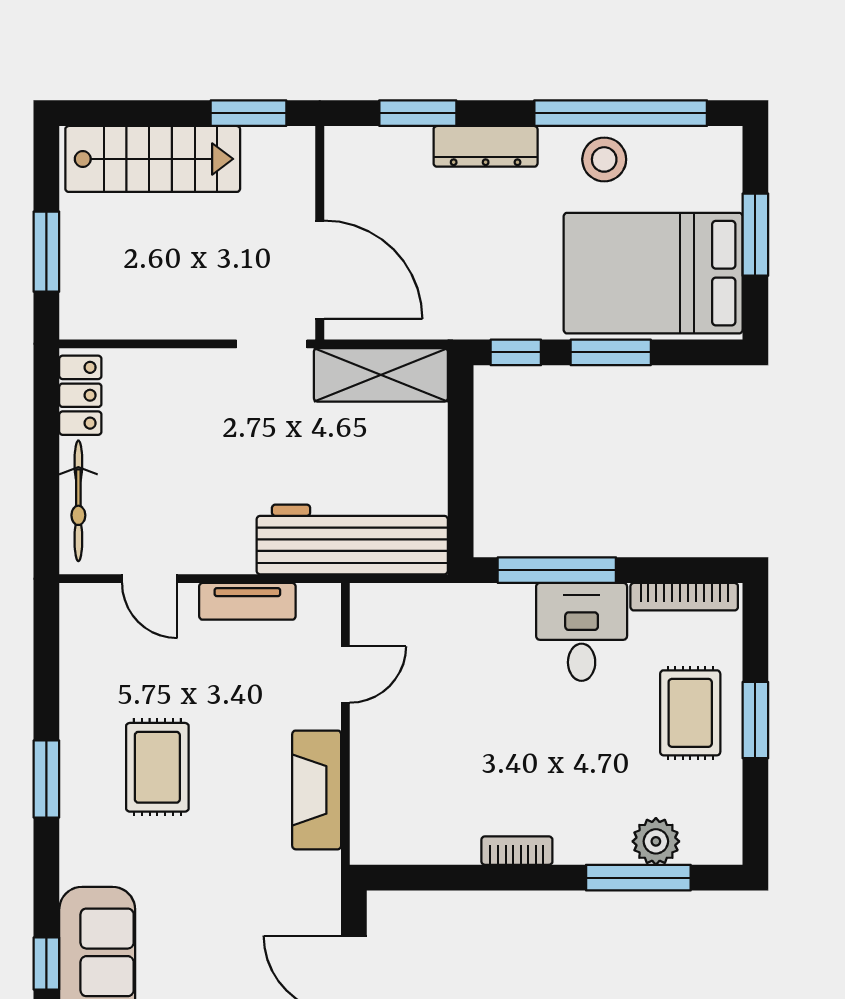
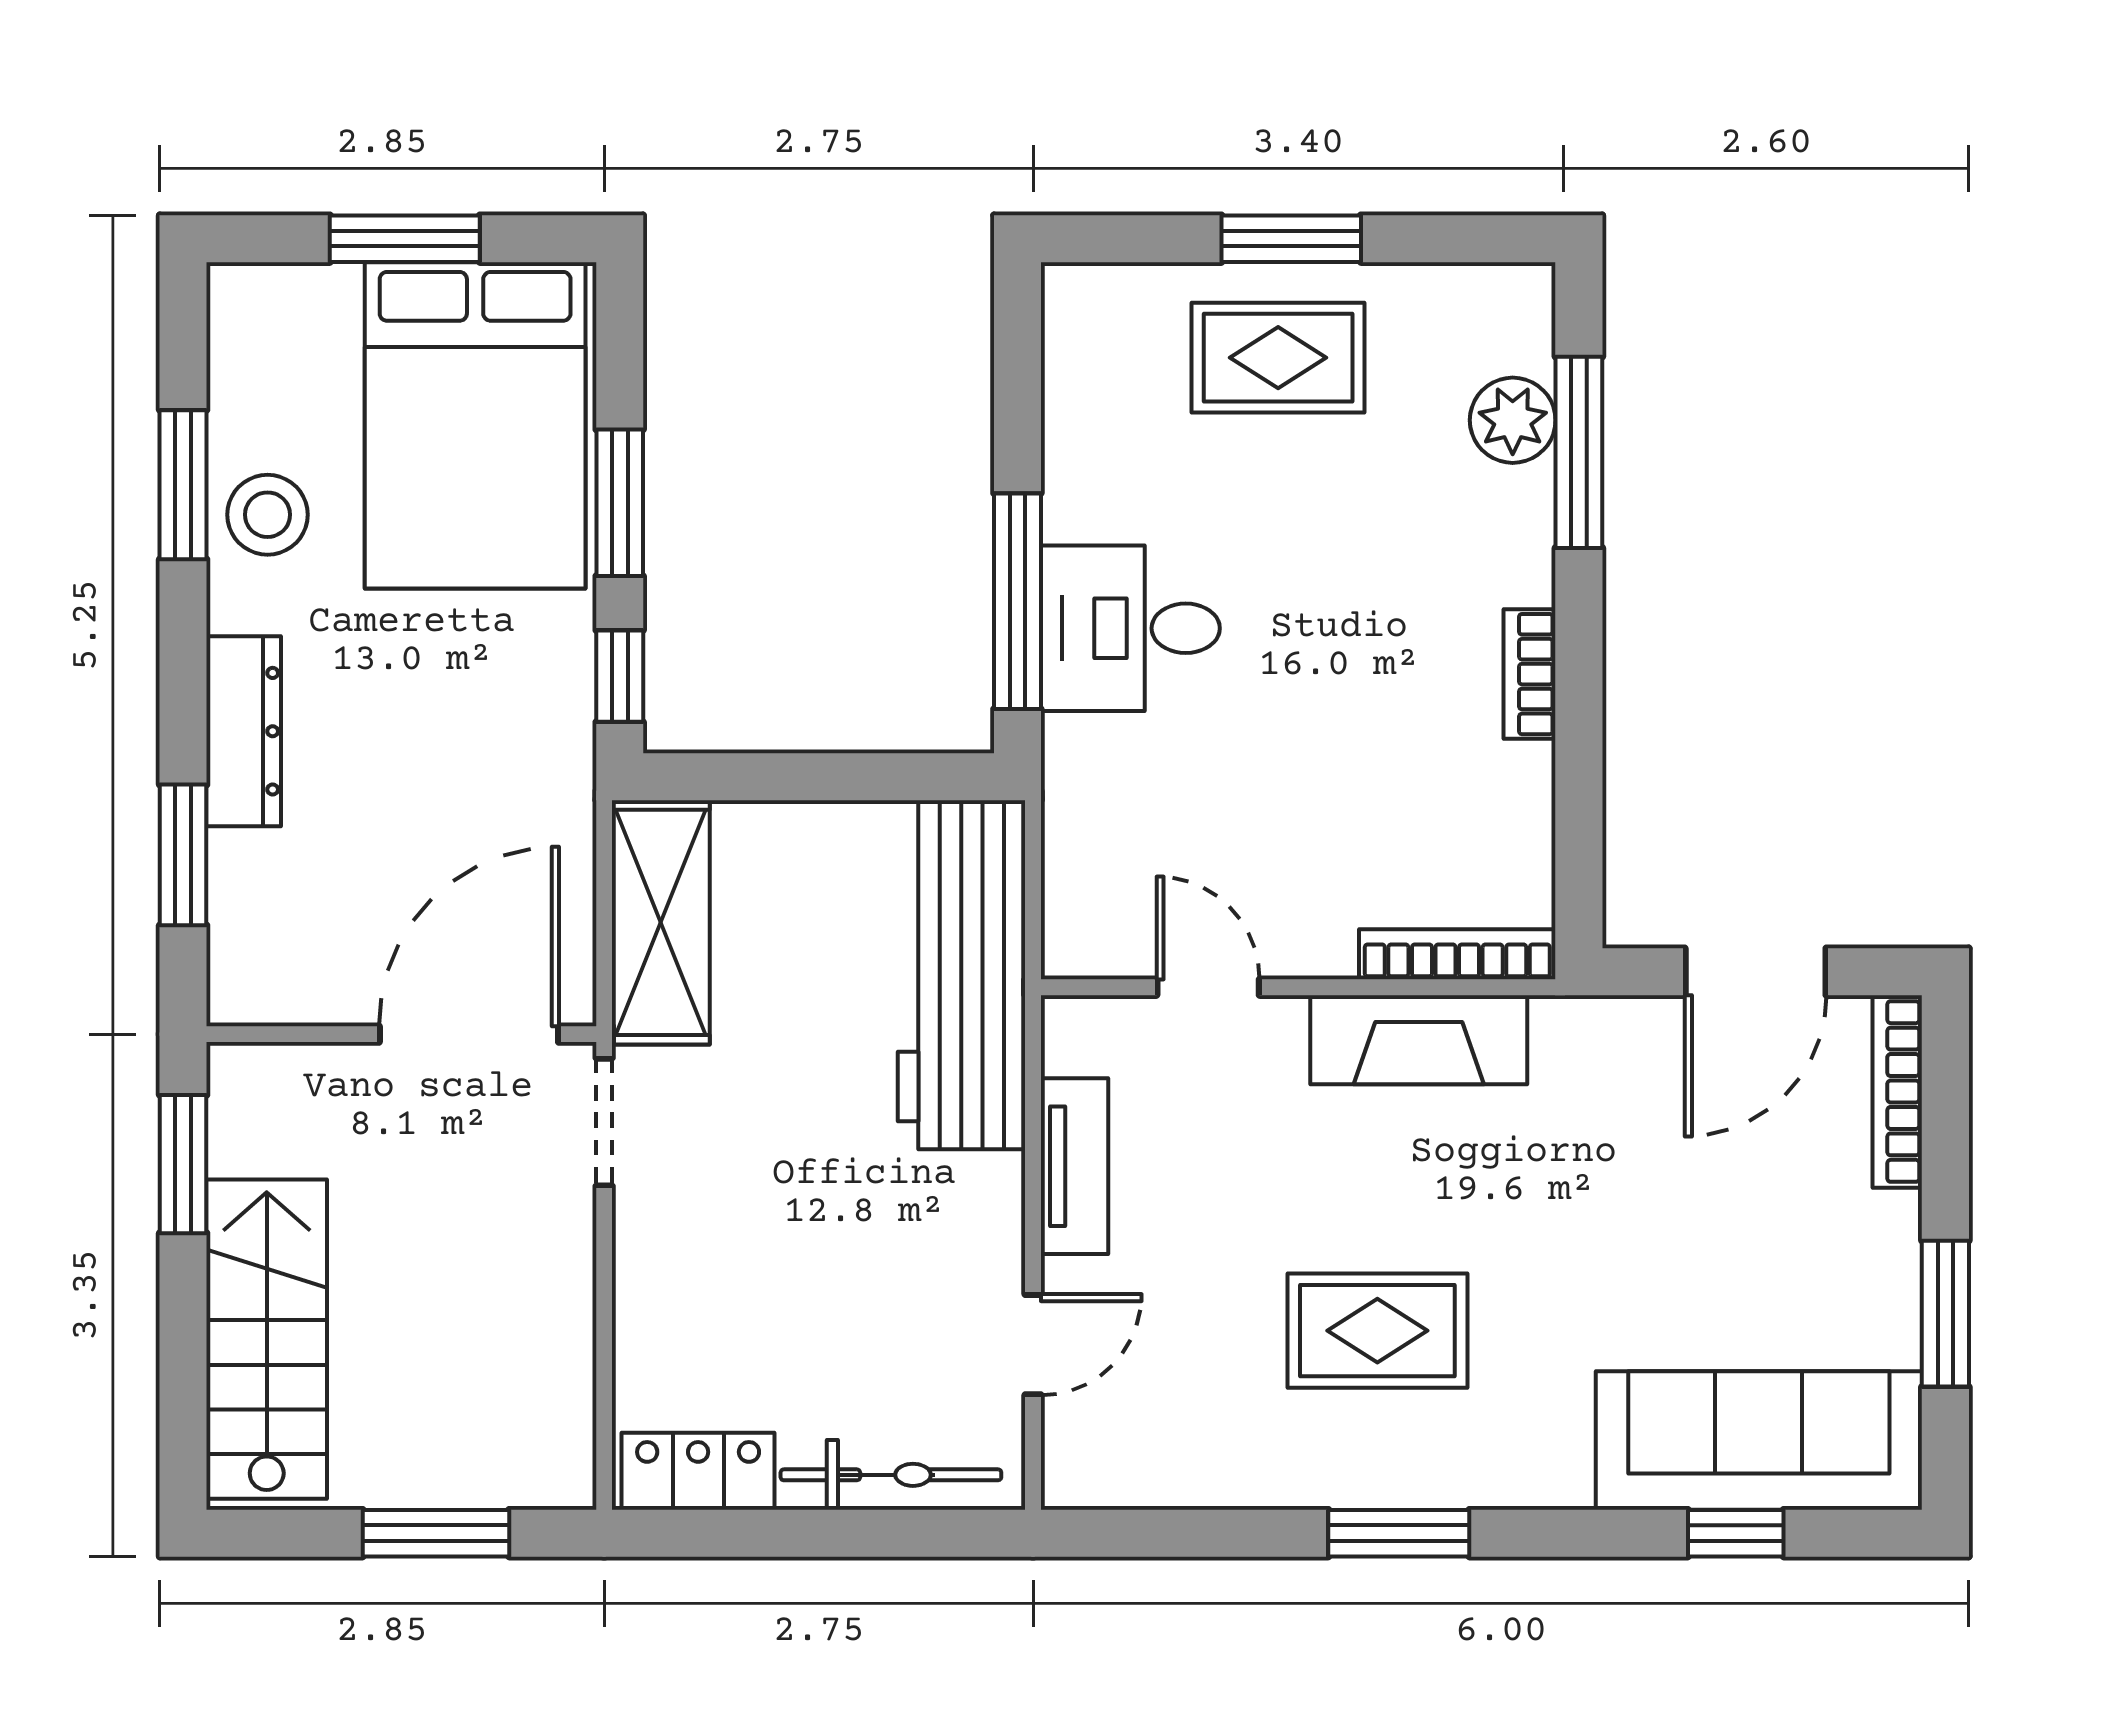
window: (621, 113) -> (183, 485), width x0.47
bookcase: (684, 597) -> (1457, 954), moved, turned -90
desk: (582, 632) -> (1130, 628), moved

